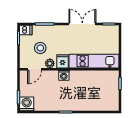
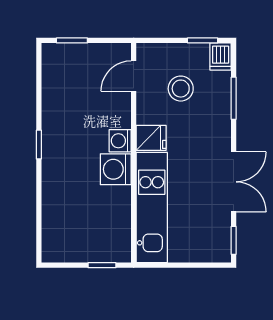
plant: (50, 63) -> (147, 110), removed
door: (35, 69) -> (134, 76), hinge flipped
washing machine: (27, 104) -> (116, 169), moved, turned 180

